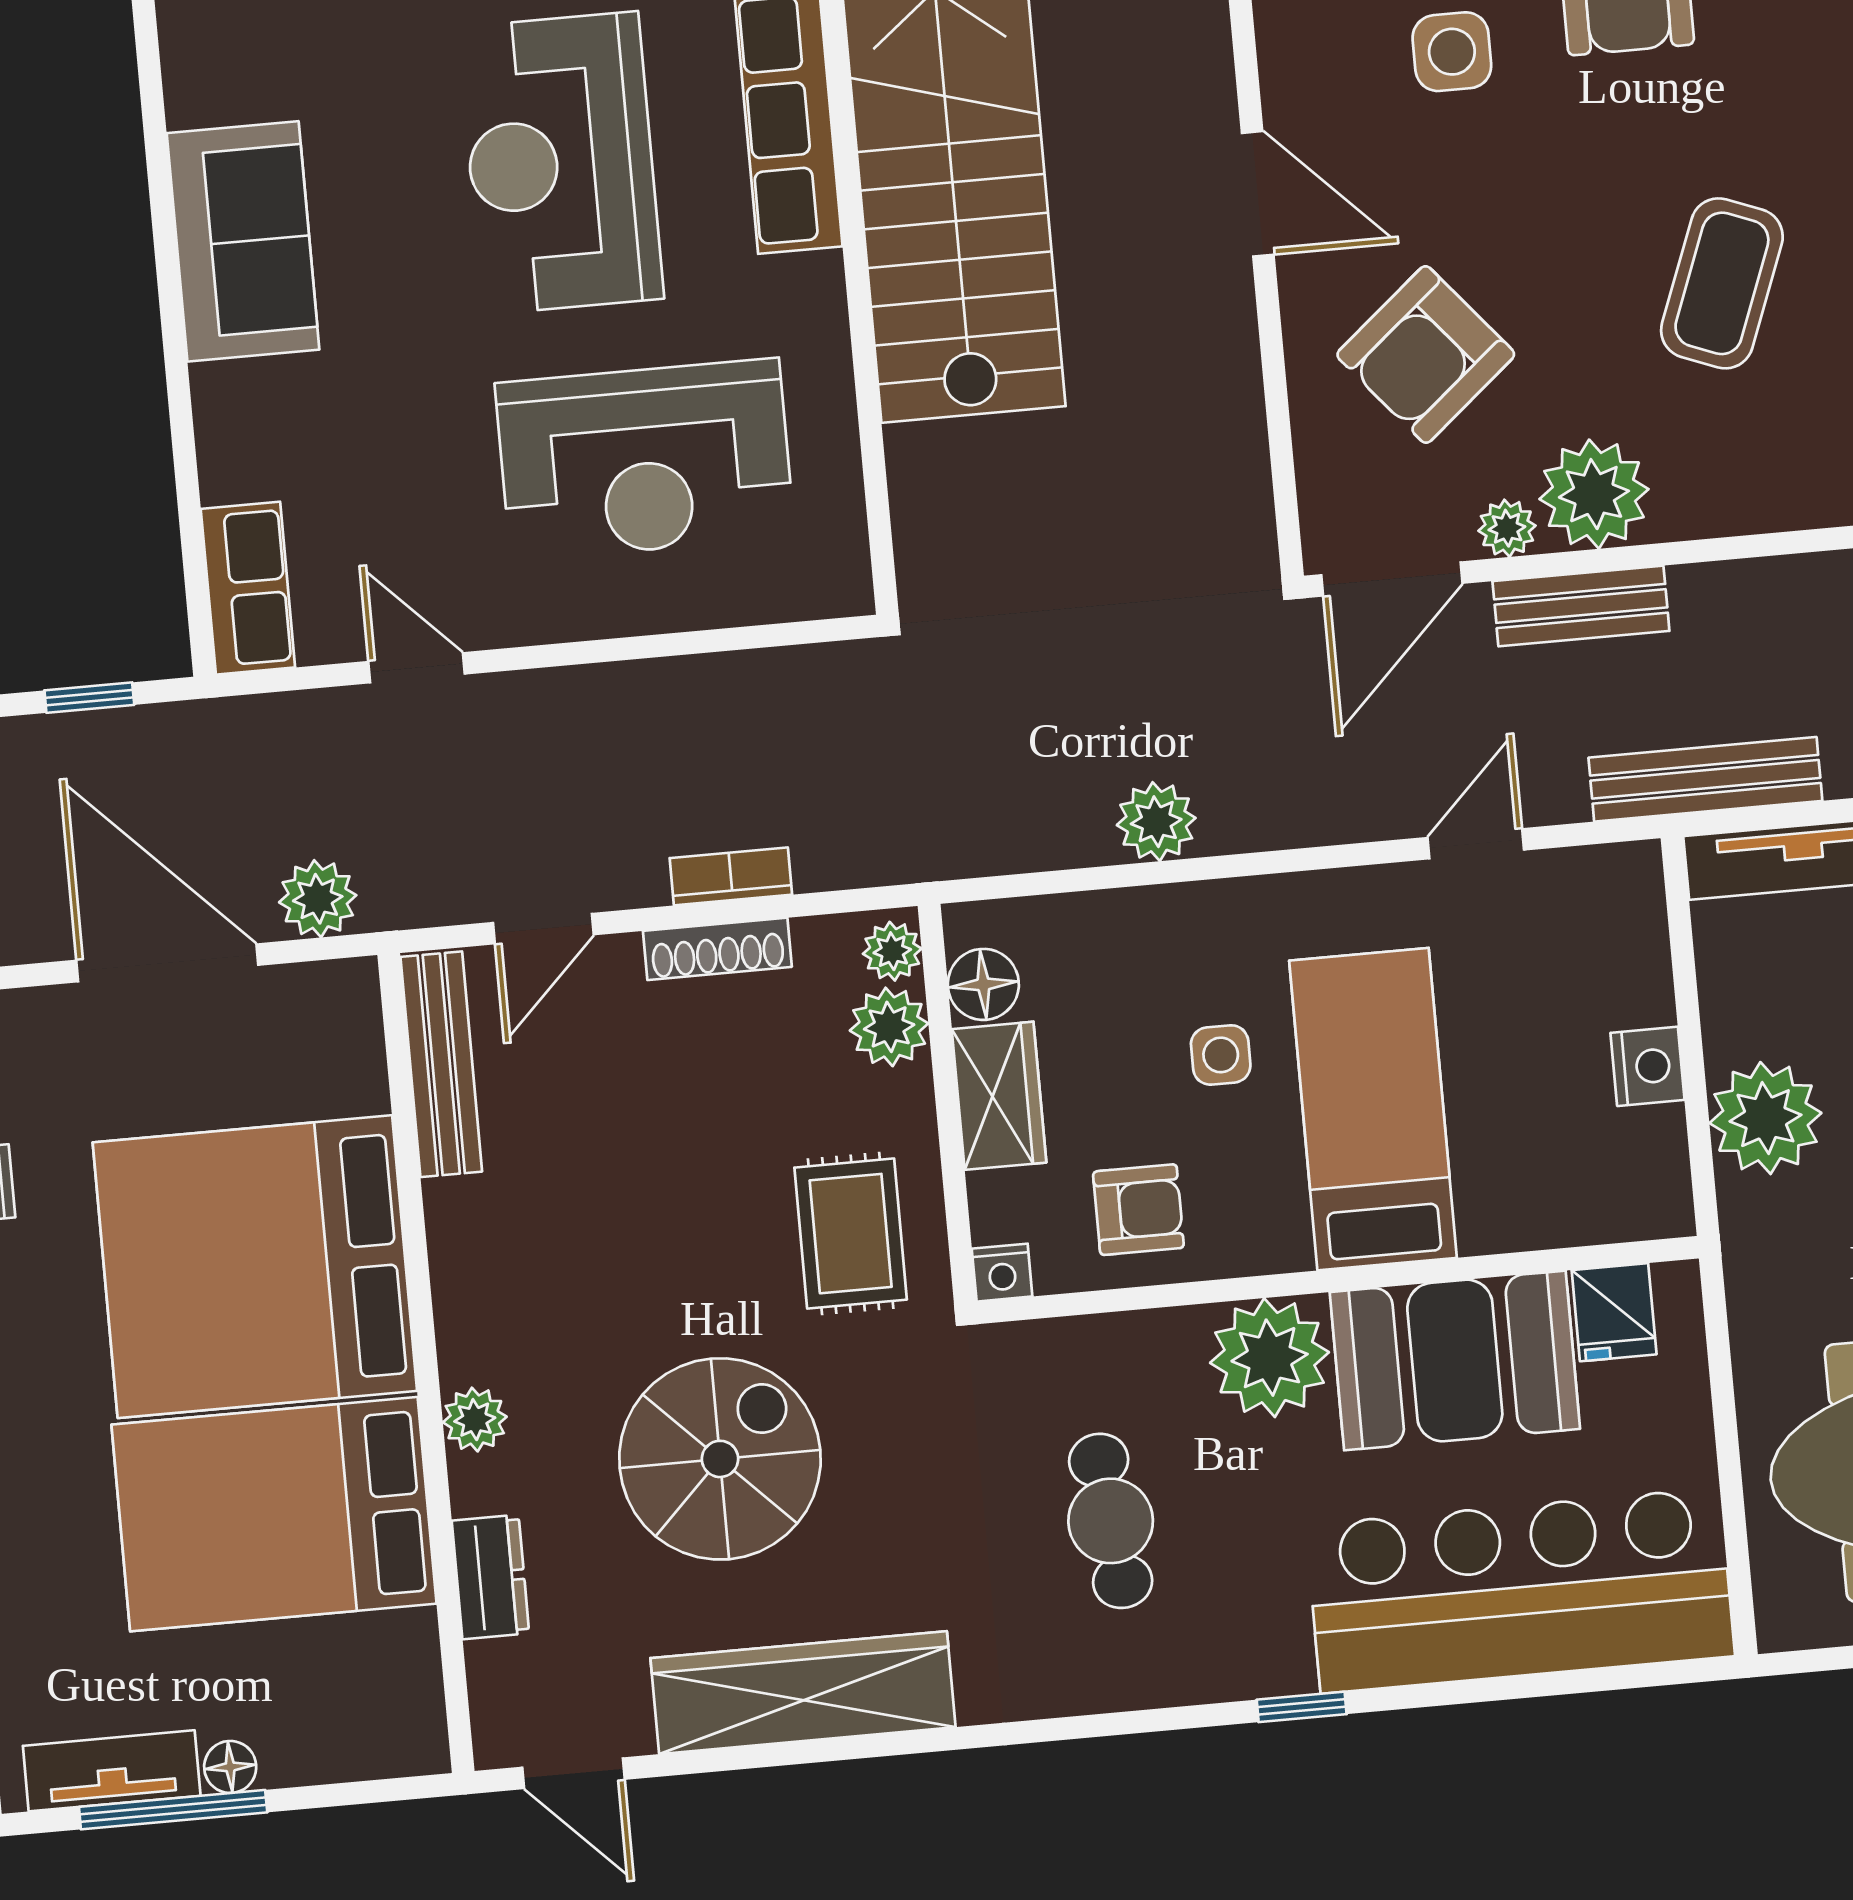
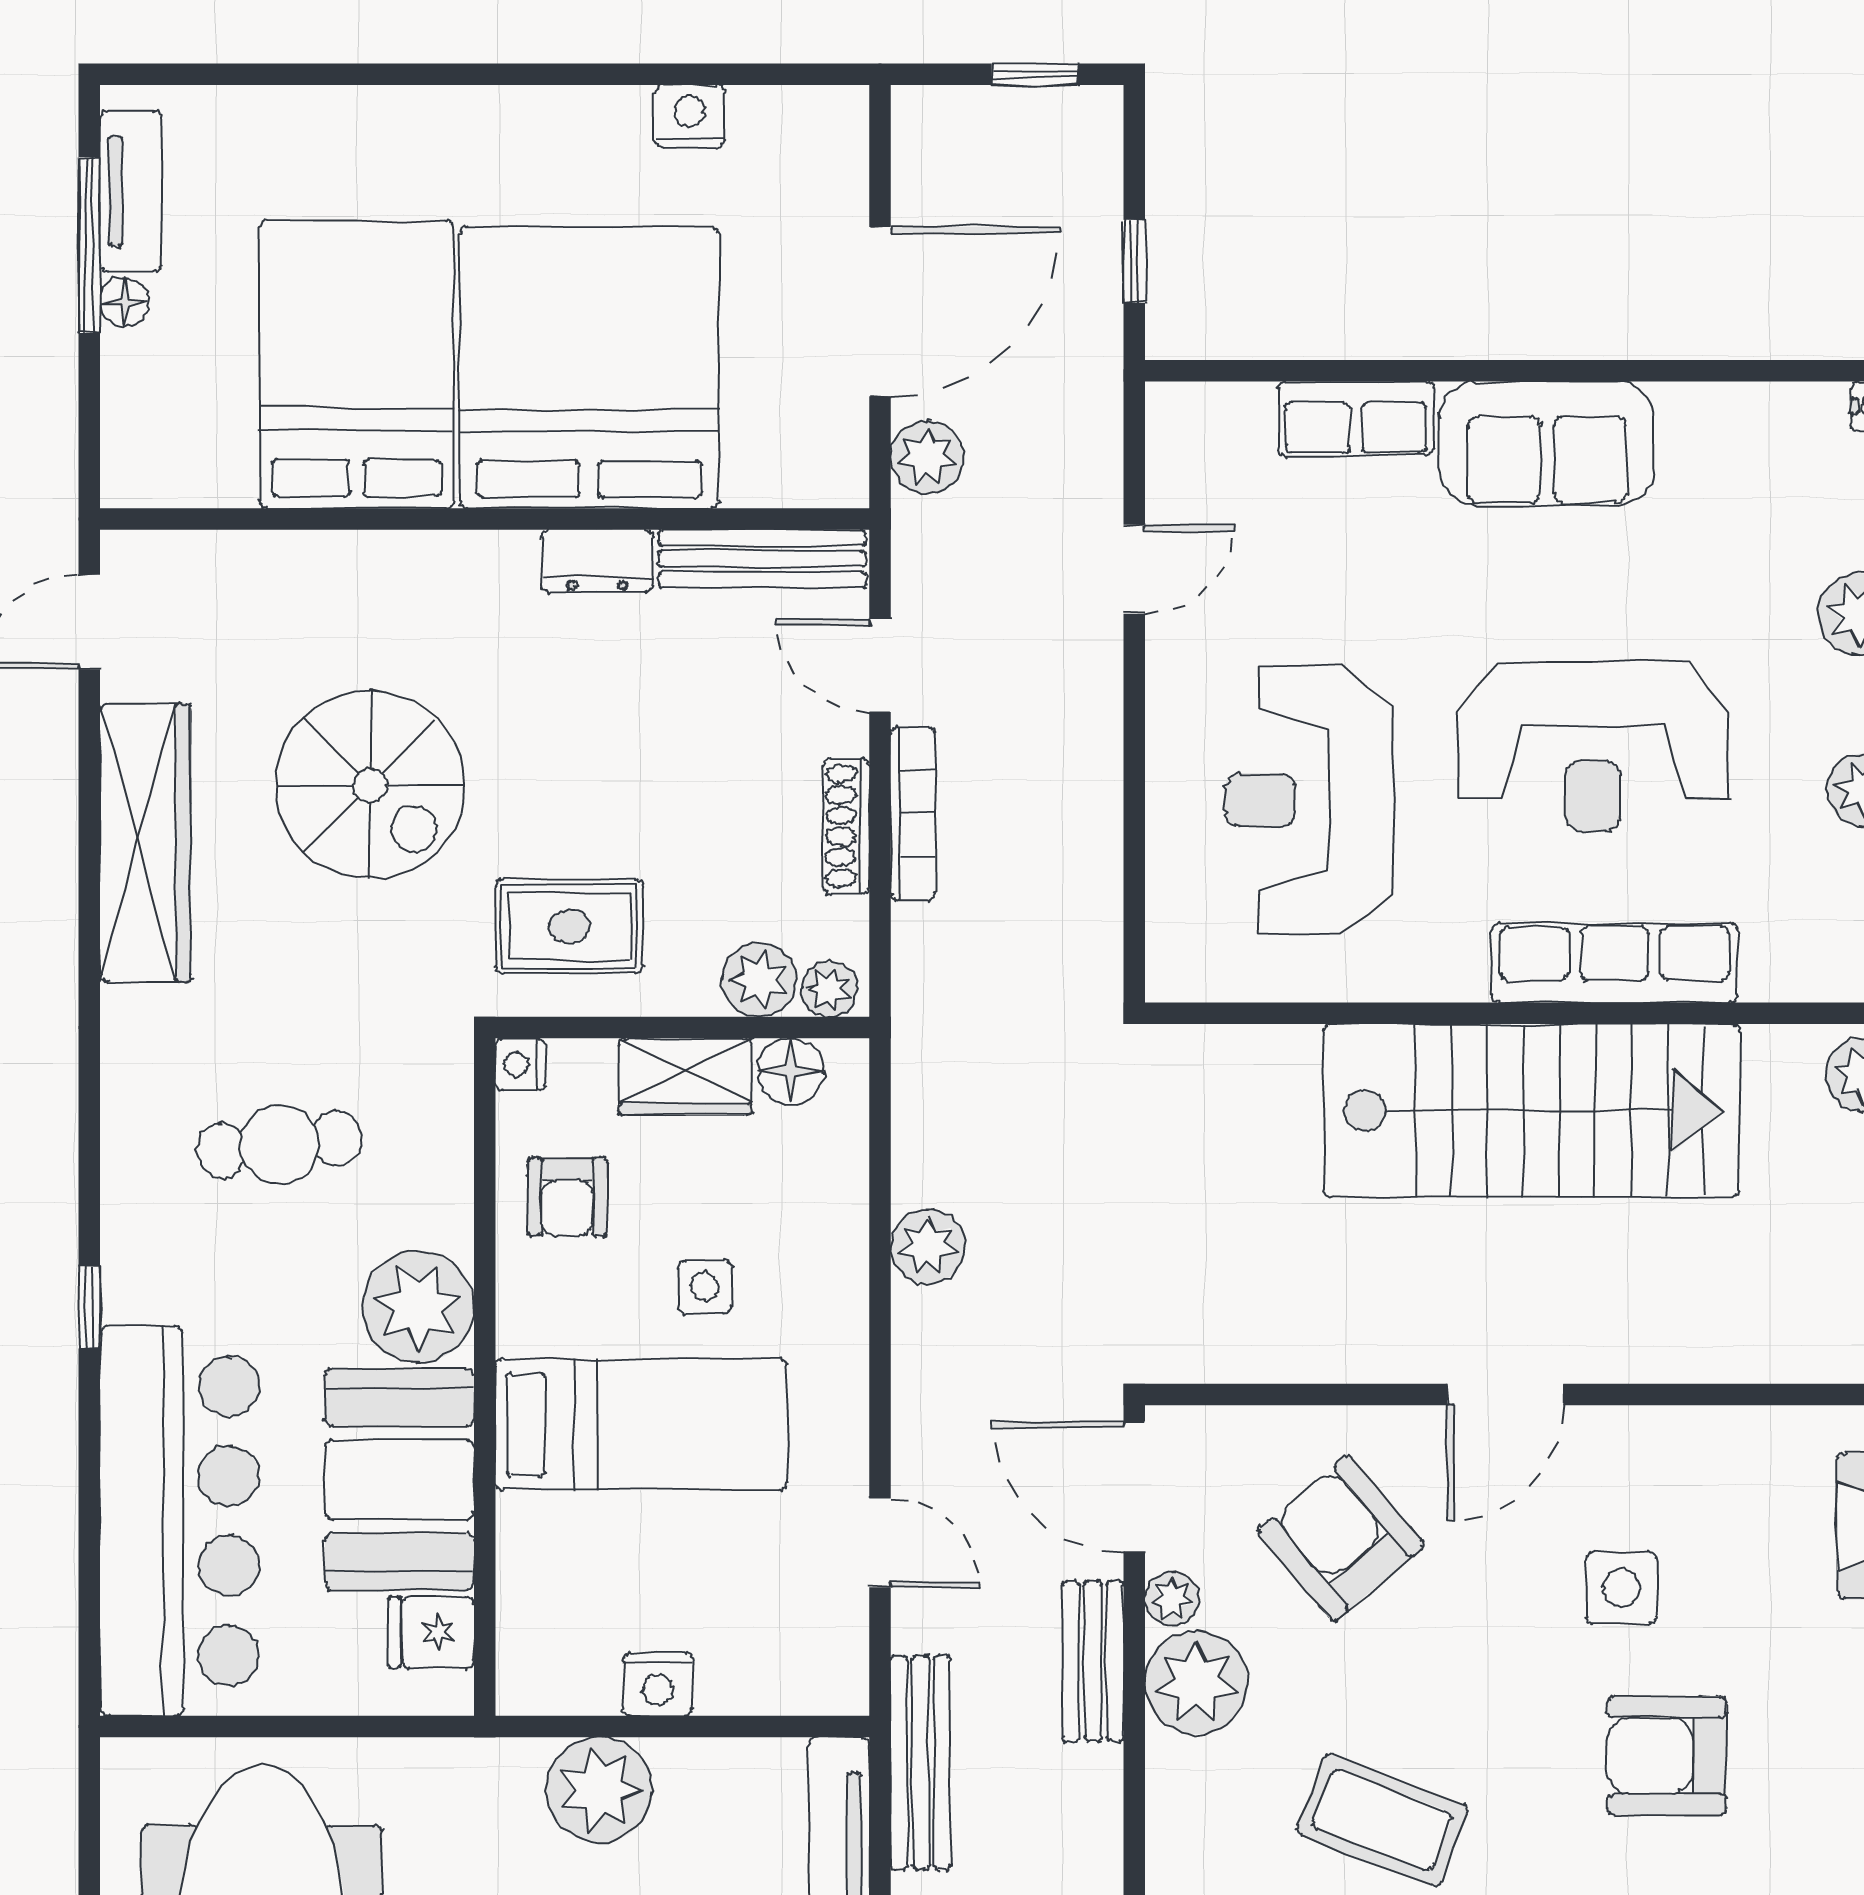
reception desk: (561, 163) -> (1593, 747), turned 180
row of seats: (248, 588) -> (1356, 419), moved
bookcase: (731, 876) -> (913, 814), width x1.56
plant: (475, 1420) -> (428, 560), removed
dresser: (491, 1577) -> (597, 561), moved

